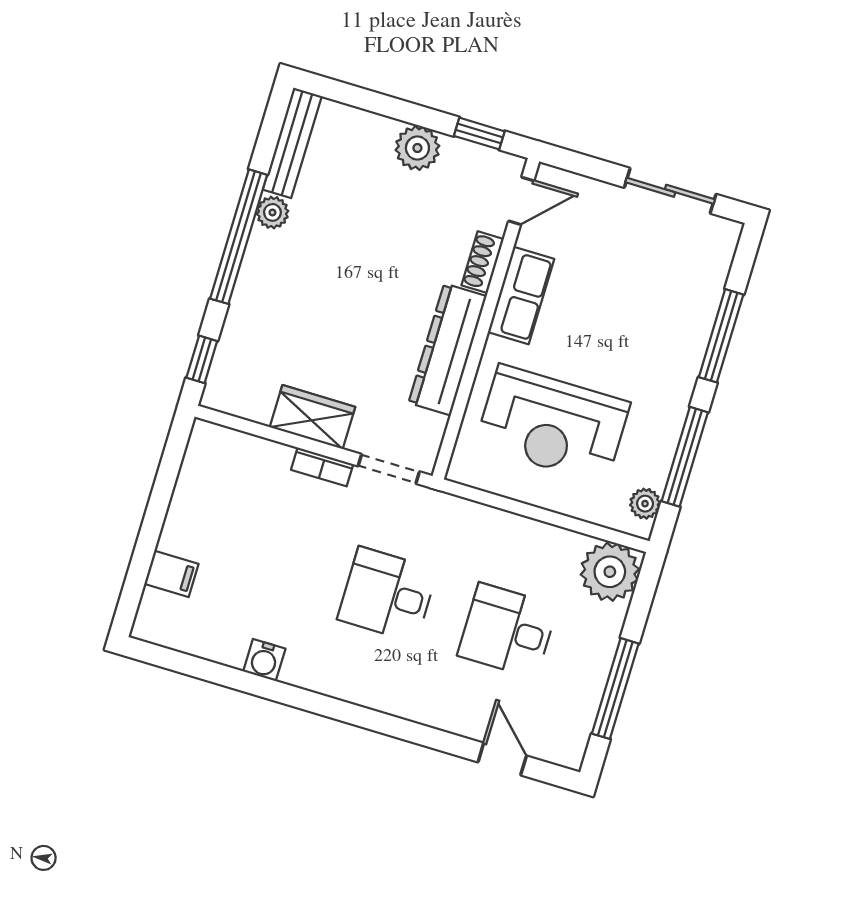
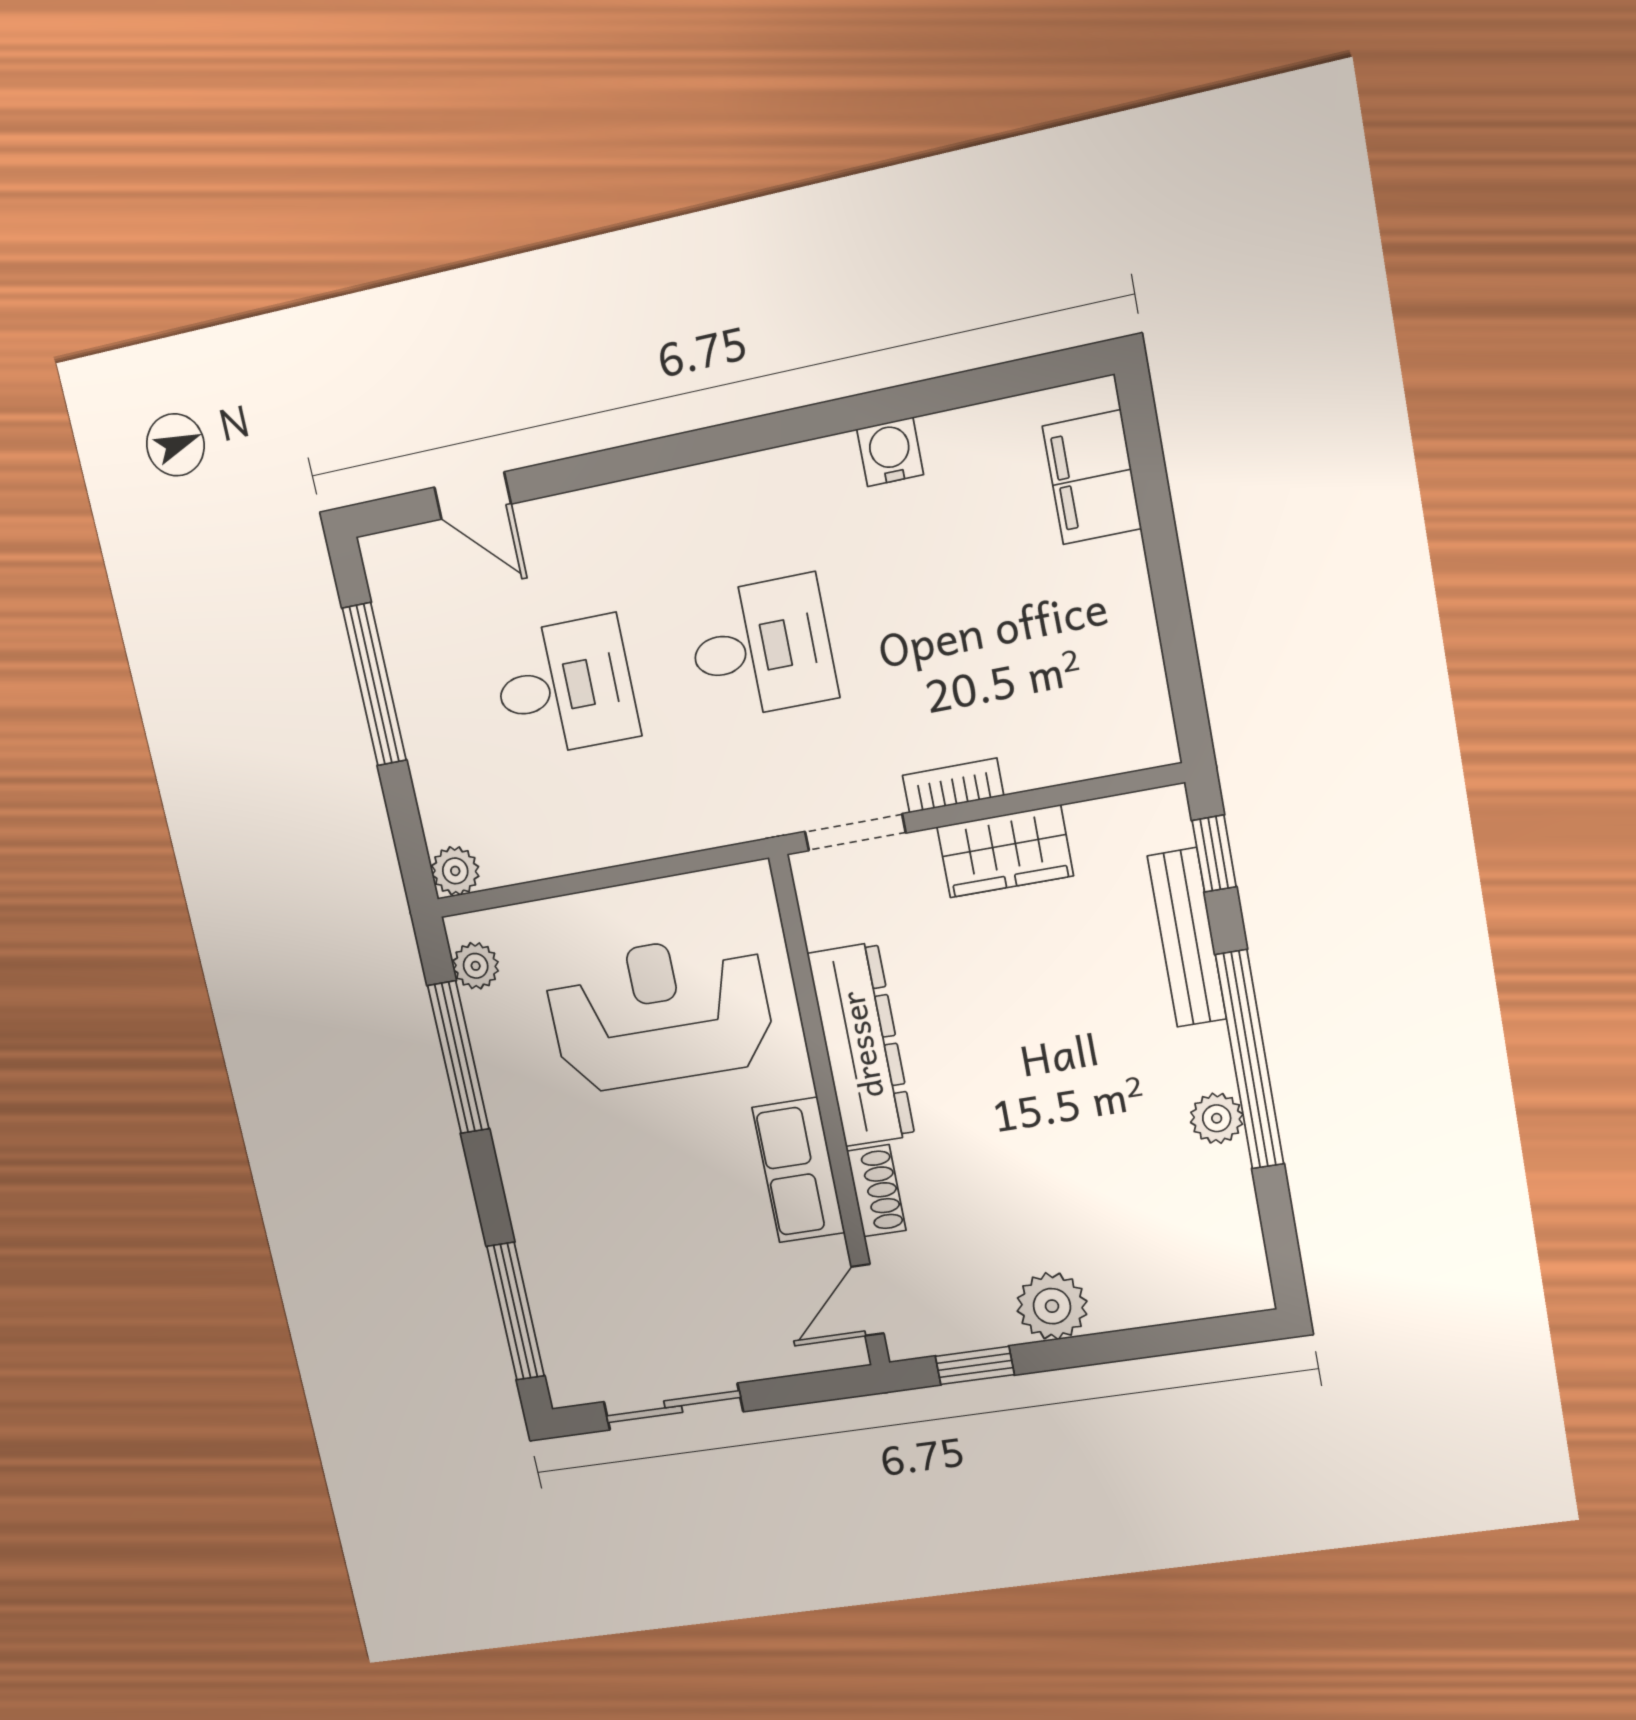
bench: (292, 143) -> (1187, 938), moved
window: (721, 336) -> (516, 1311), moved
plant: (610, 572) -> (455, 871), width x0.53, depth x0.53
filing cabinet: (171, 574) -> (1092, 477), width x2.00

